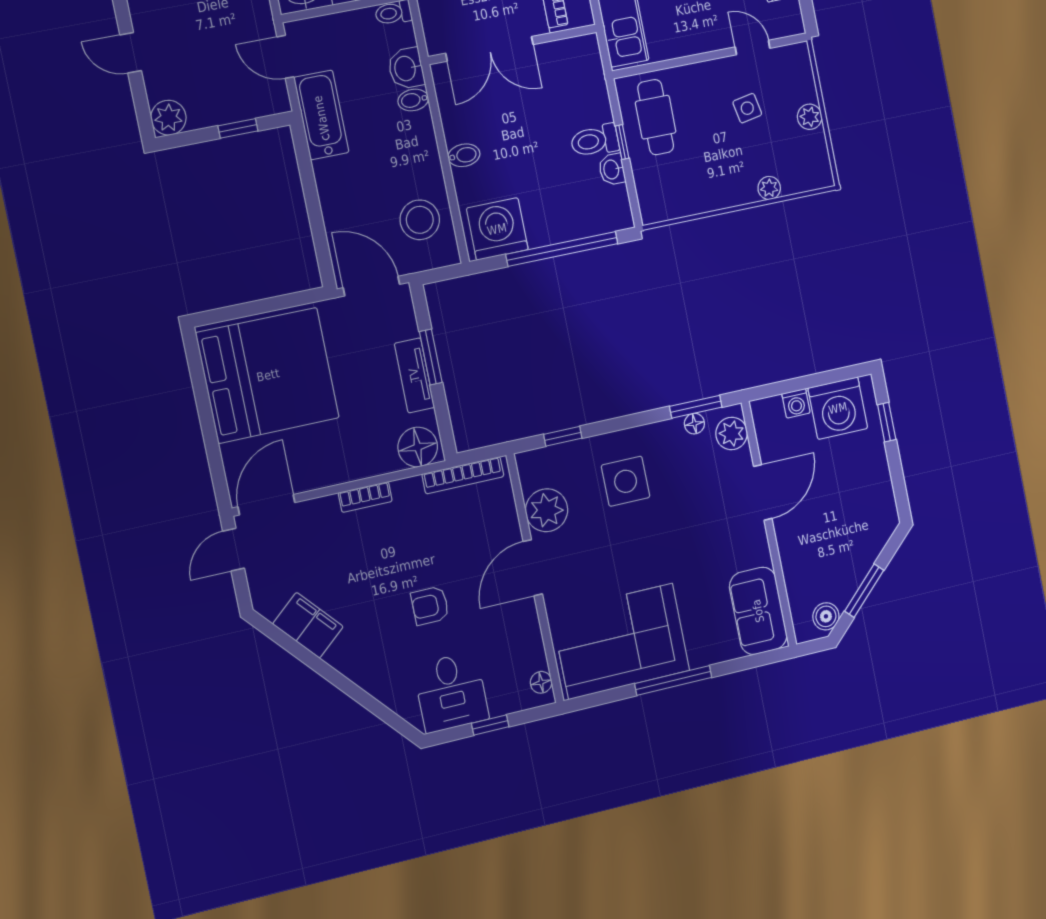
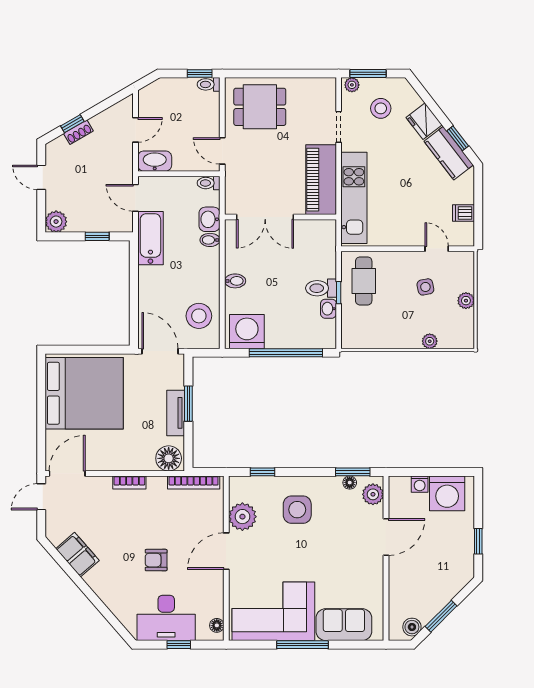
window: (887, 422) -> (478, 541), moved
sofa: (758, 611) -> (344, 625), moved, turned 90
desk: (451, 692) -> (166, 618), width x1.37

